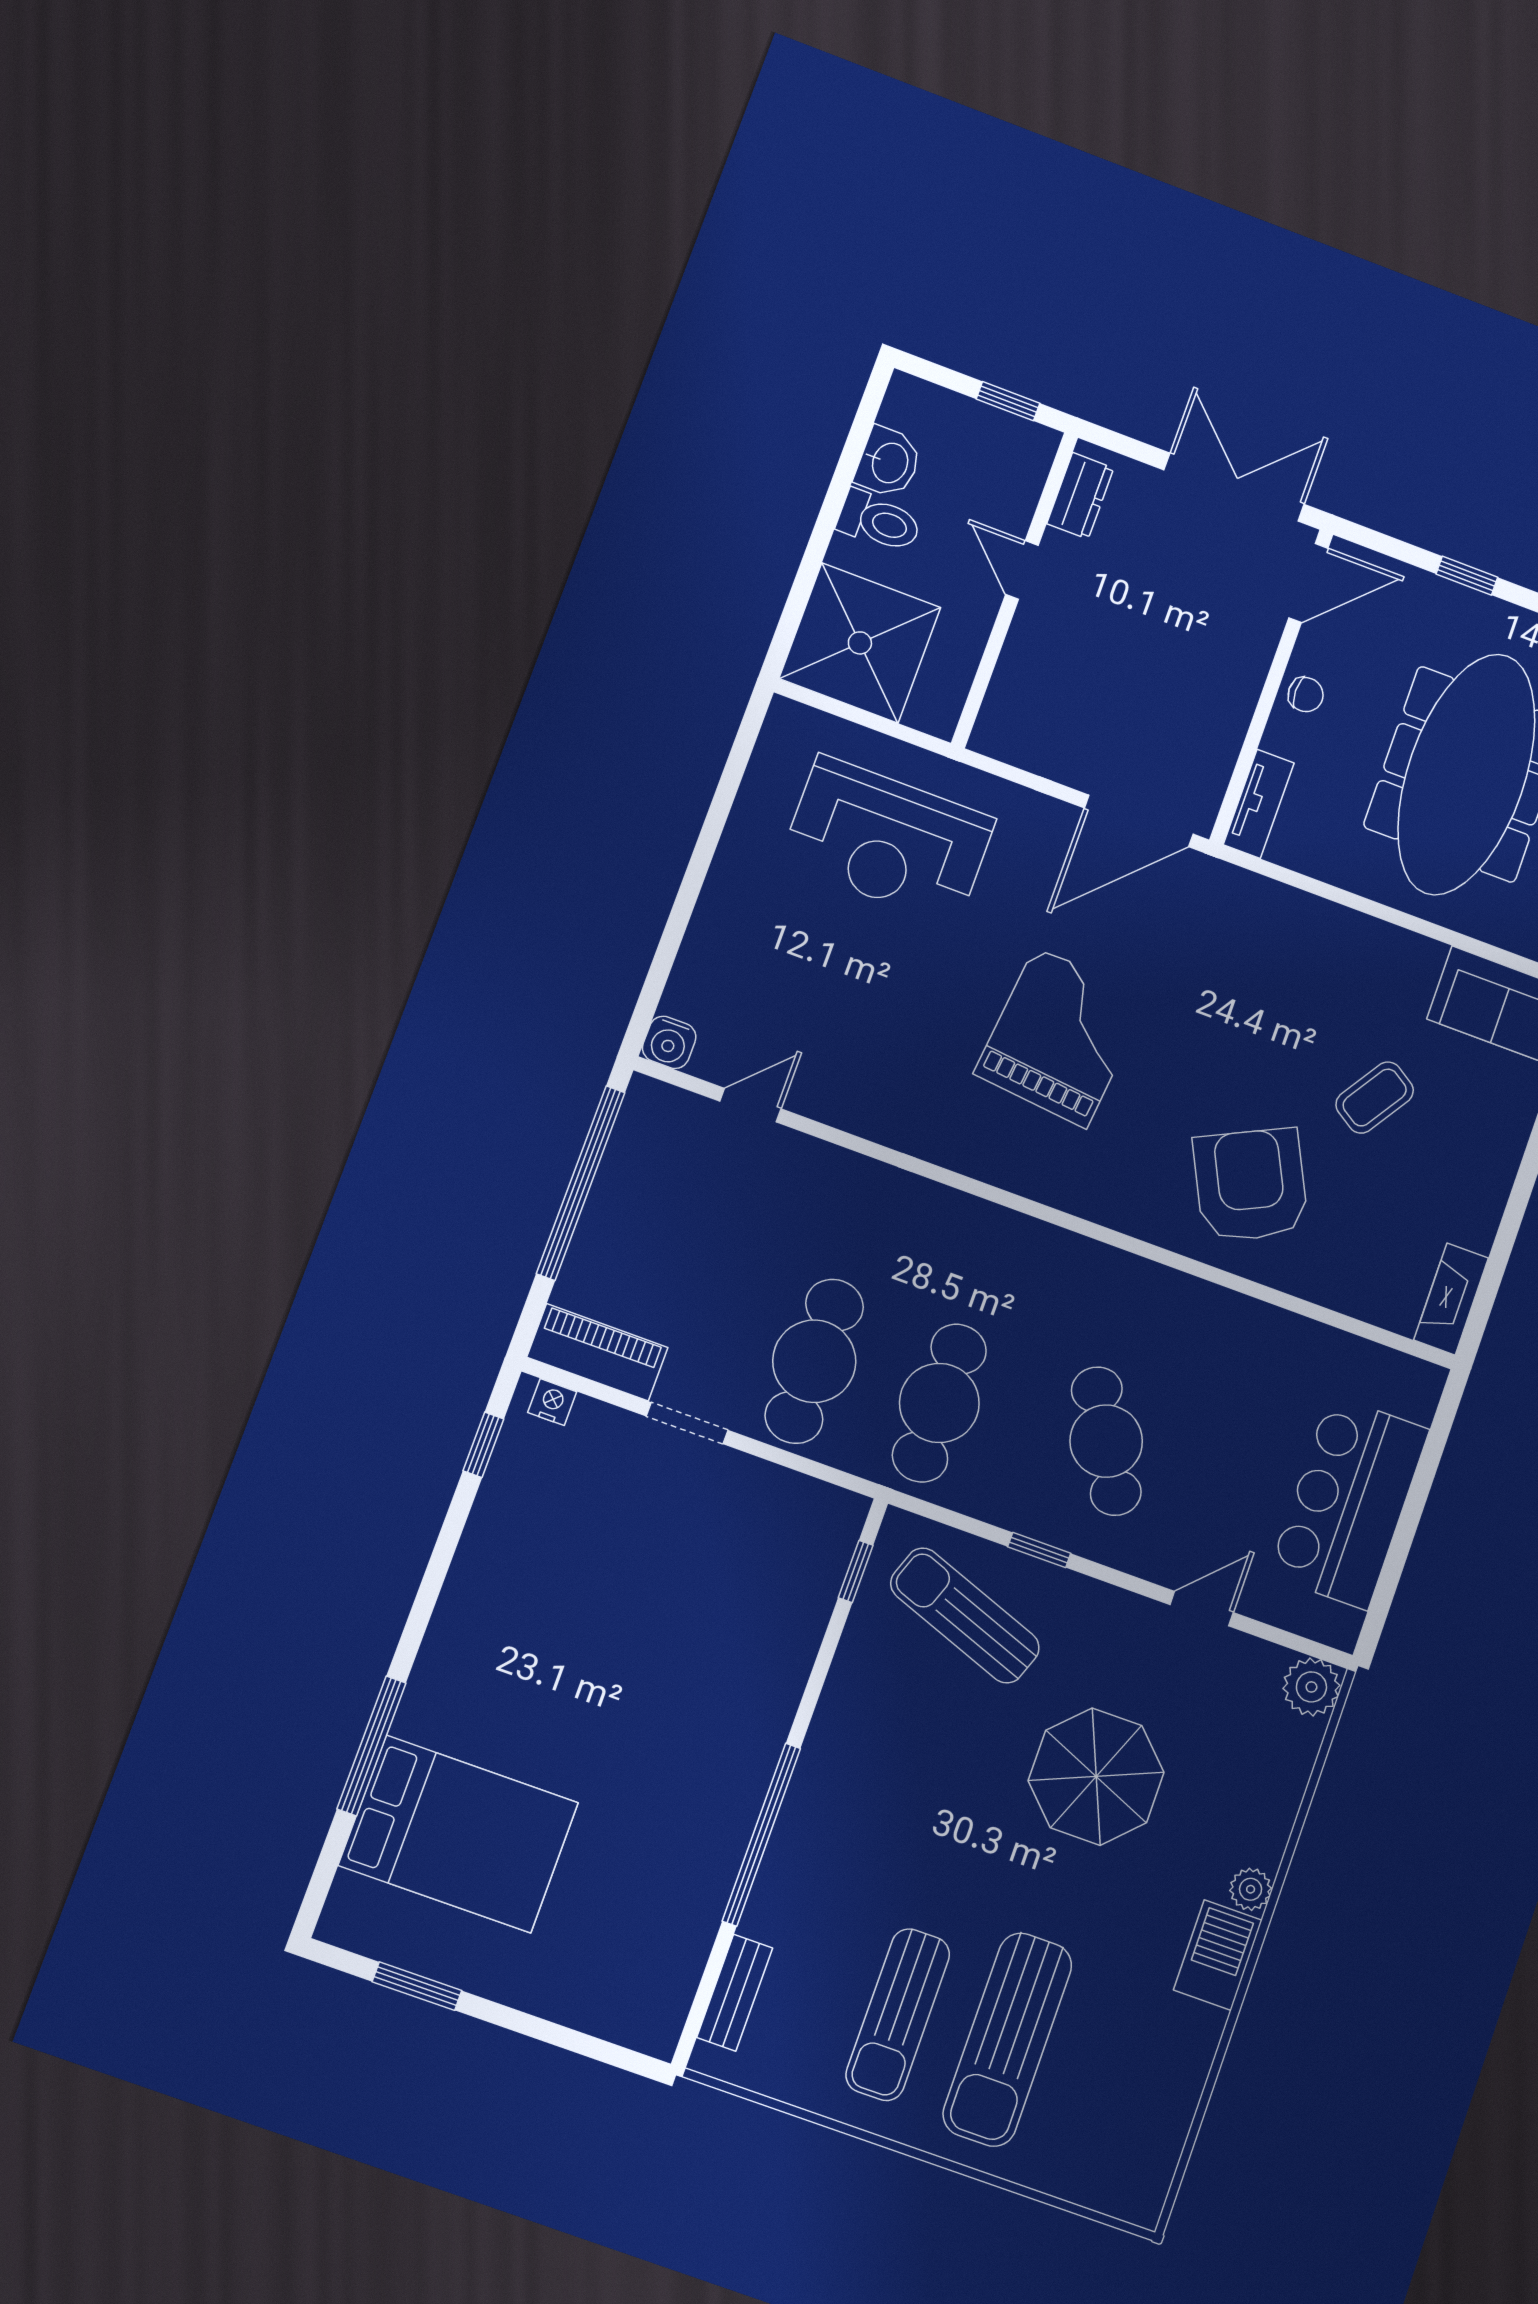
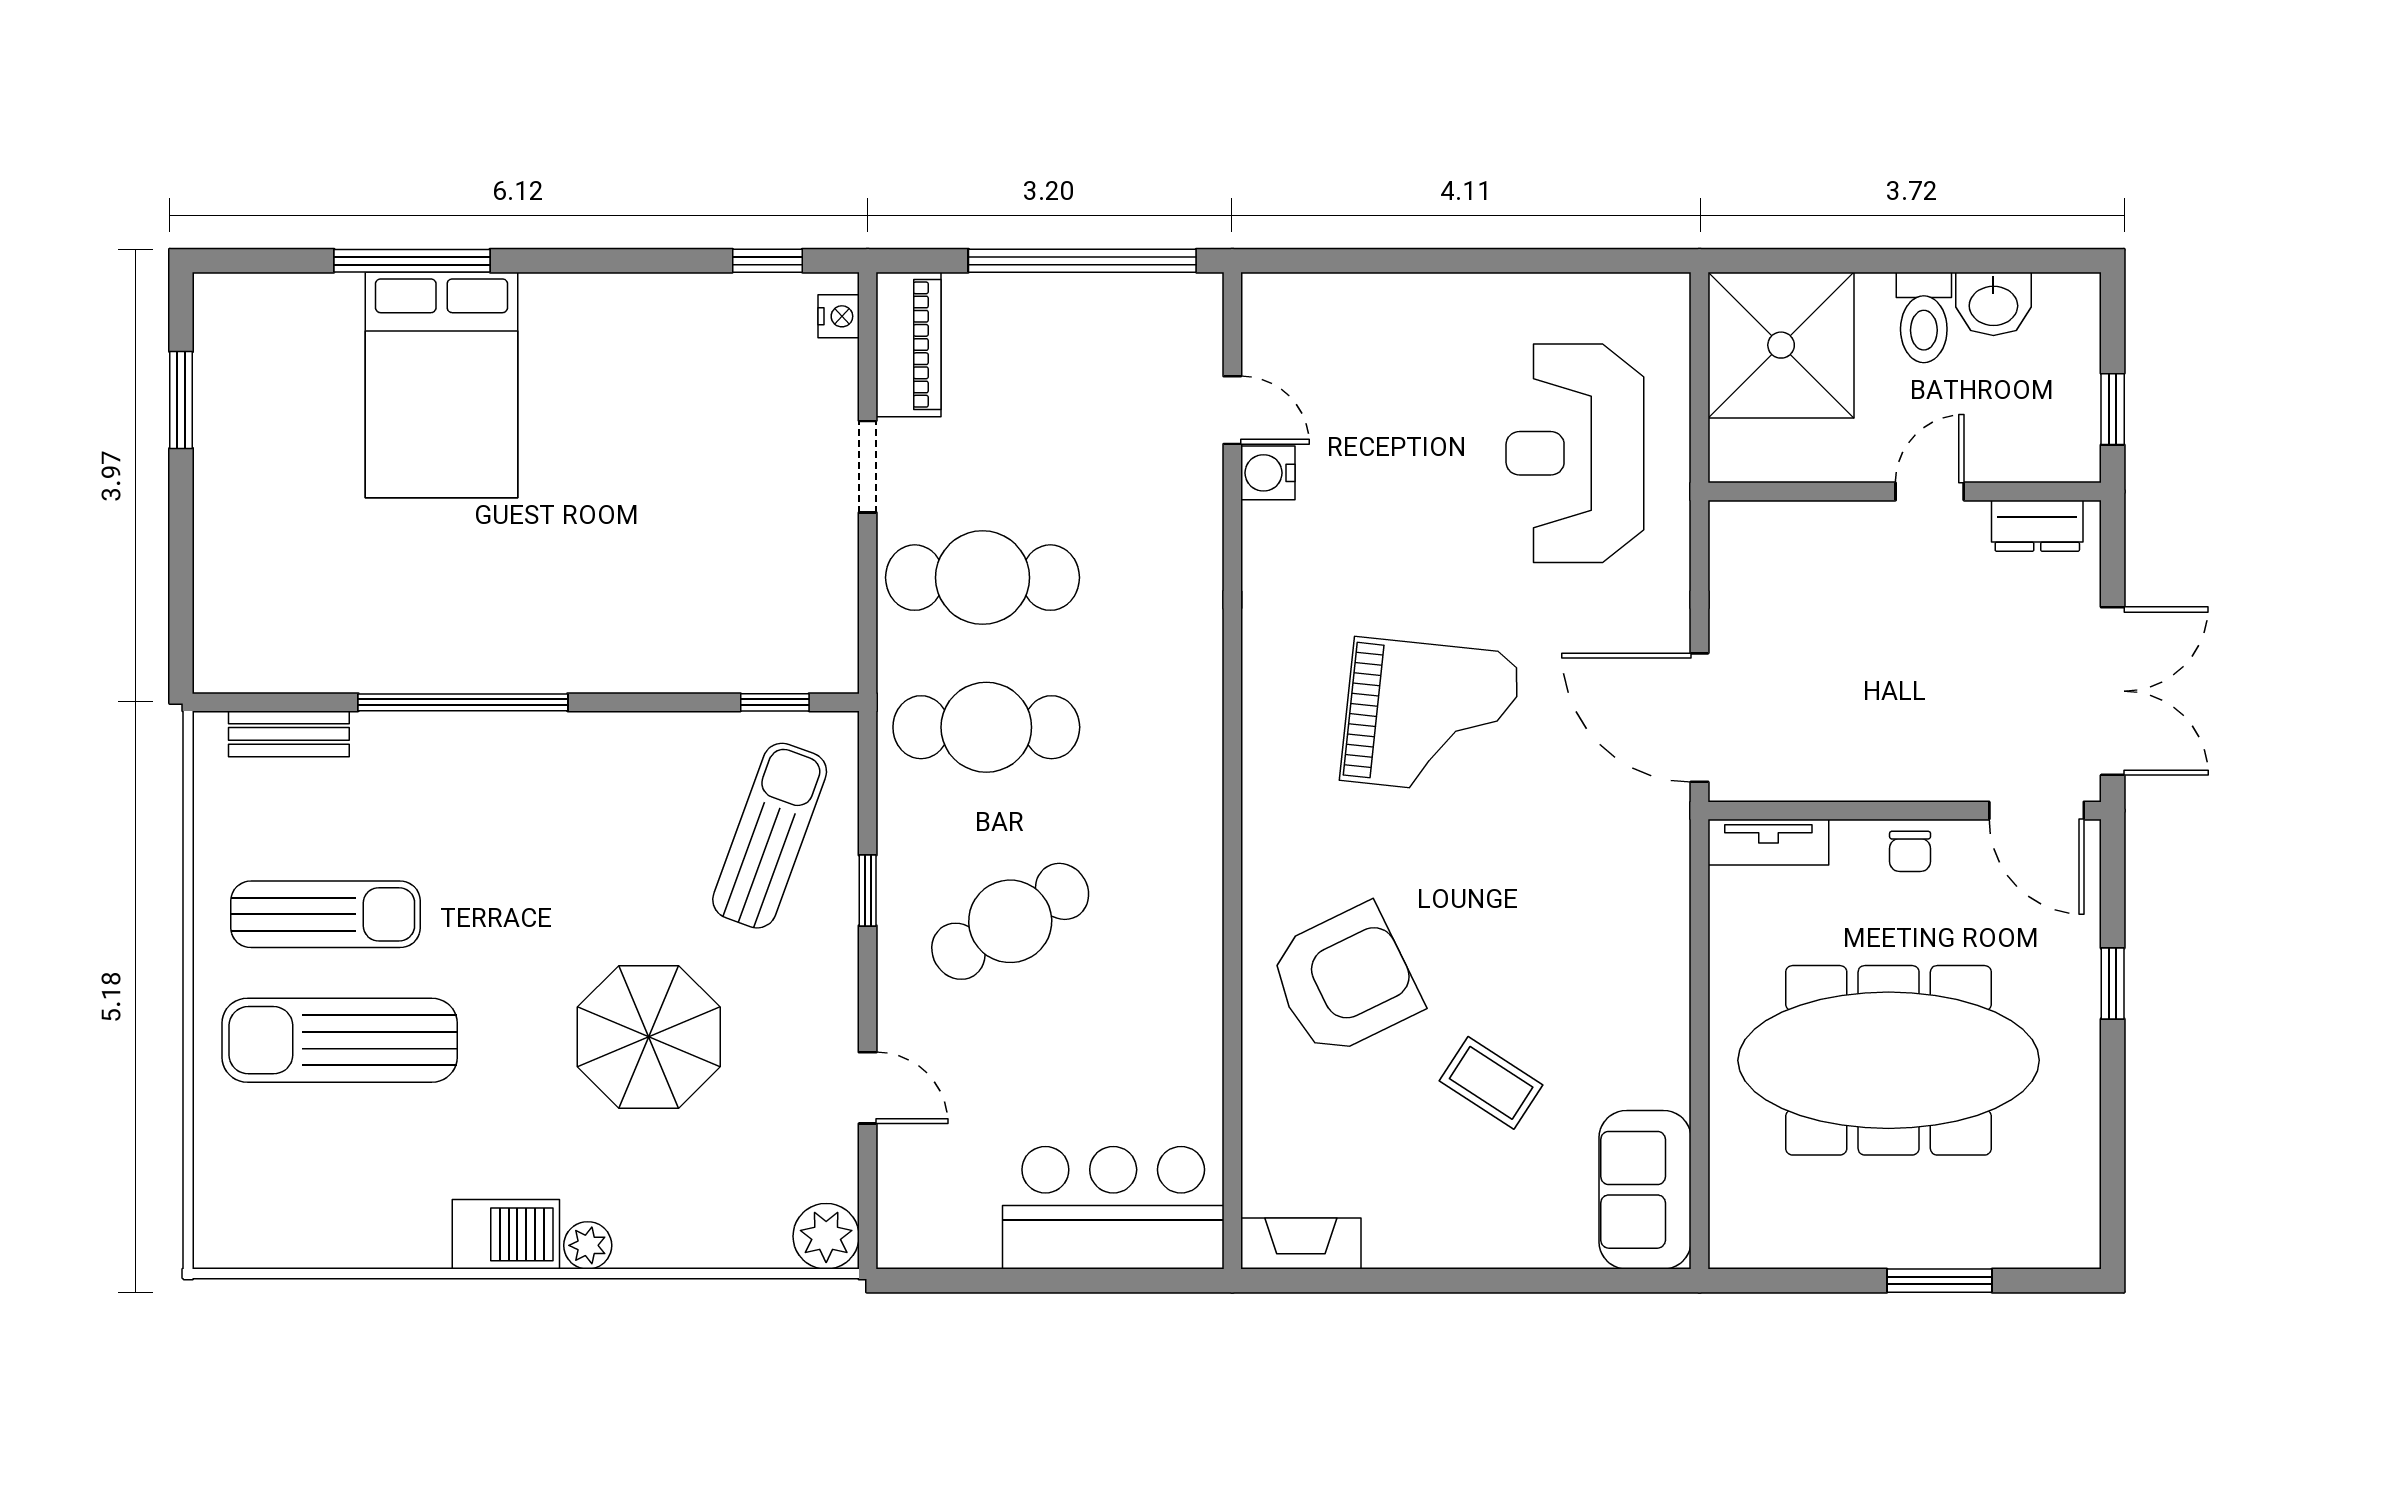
water cooler: (669, 1042) -> (1268, 473), moved
bar counter: (1349, 1502) -> (1113, 1208), moved
bed: (459, 1834) -> (442, 385), moved
sun lounger: (898, 2015) -> (325, 914), turned 180

